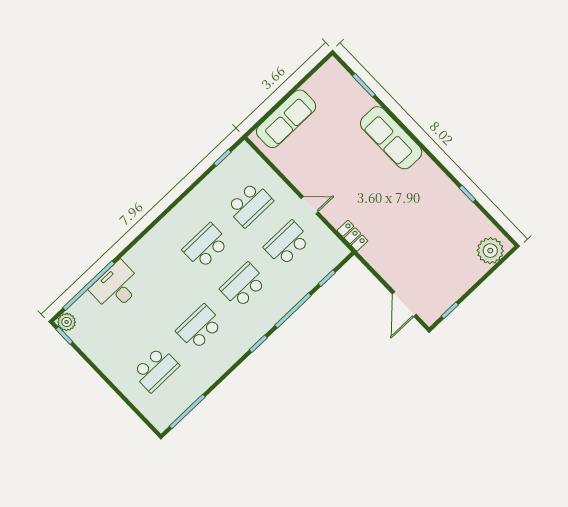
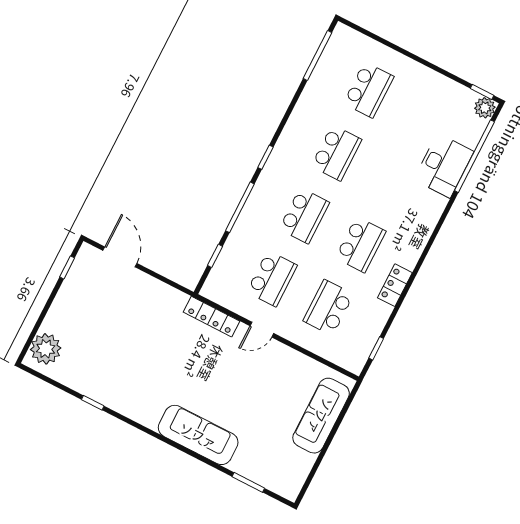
locker: (189, 204) -> (395, 285), added
locker: (352, 236) -> (212, 317), width x1.53
school desk: (156, 369) -> (369, 90), turned 180

